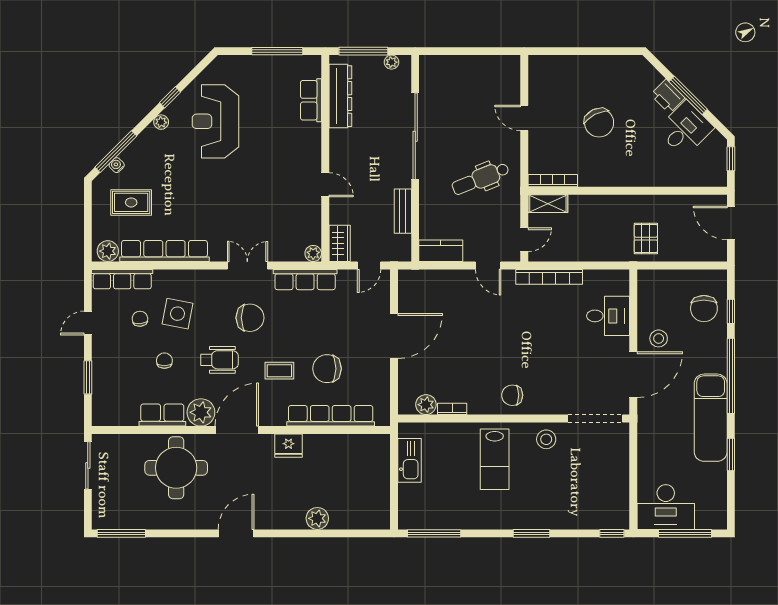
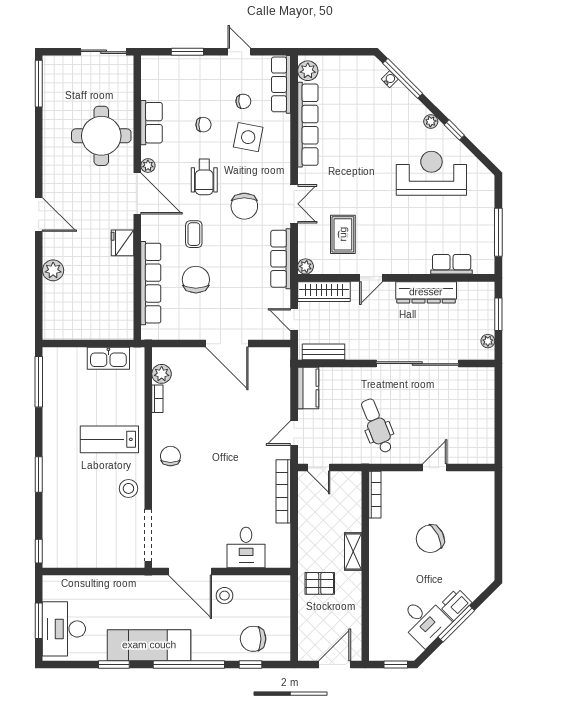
window: (363, 51) -> (498, 314), width x0.69
dresser: (340, 96) -> (426, 292), moved
rug: (131, 202) -> (343, 234), moved
shelving: (548, 204) -> (353, 551), moved
bench: (403, 211) -> (323, 352), moved
wardrobe: (340, 243) -> (324, 292), width x1.50
plant: (201, 412) -> (148, 166), width x0.53, depth x0.53
desk: (666, 507) -> (64, 629), moved
door: (236, 533) -> (39, 215), moved
window: (685, 533) -> (39, 621), width x0.69

